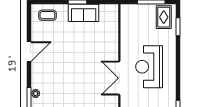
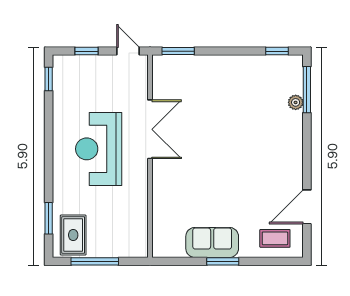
door: (29, 52) -> (307, 207), moved
reception desk: (149, 67) -> (99, 149), turned 180

